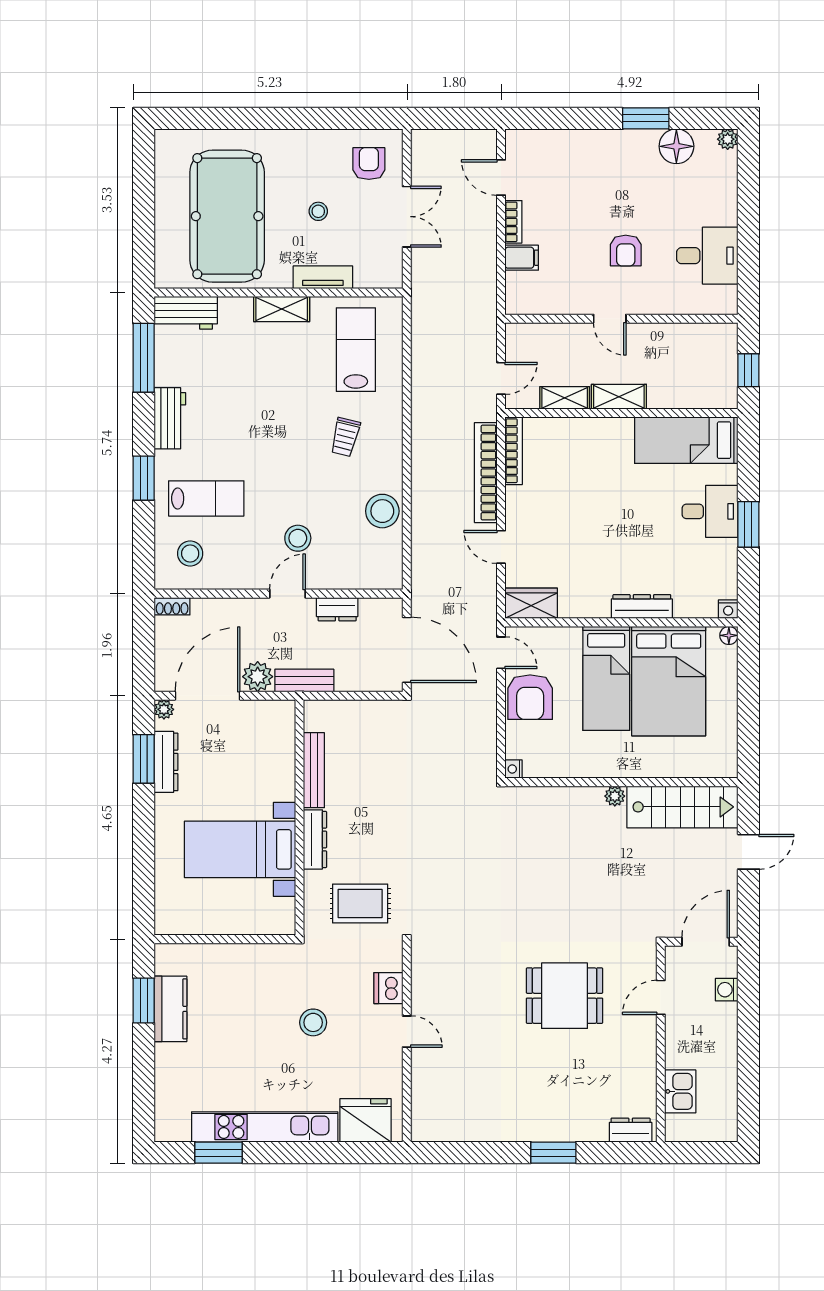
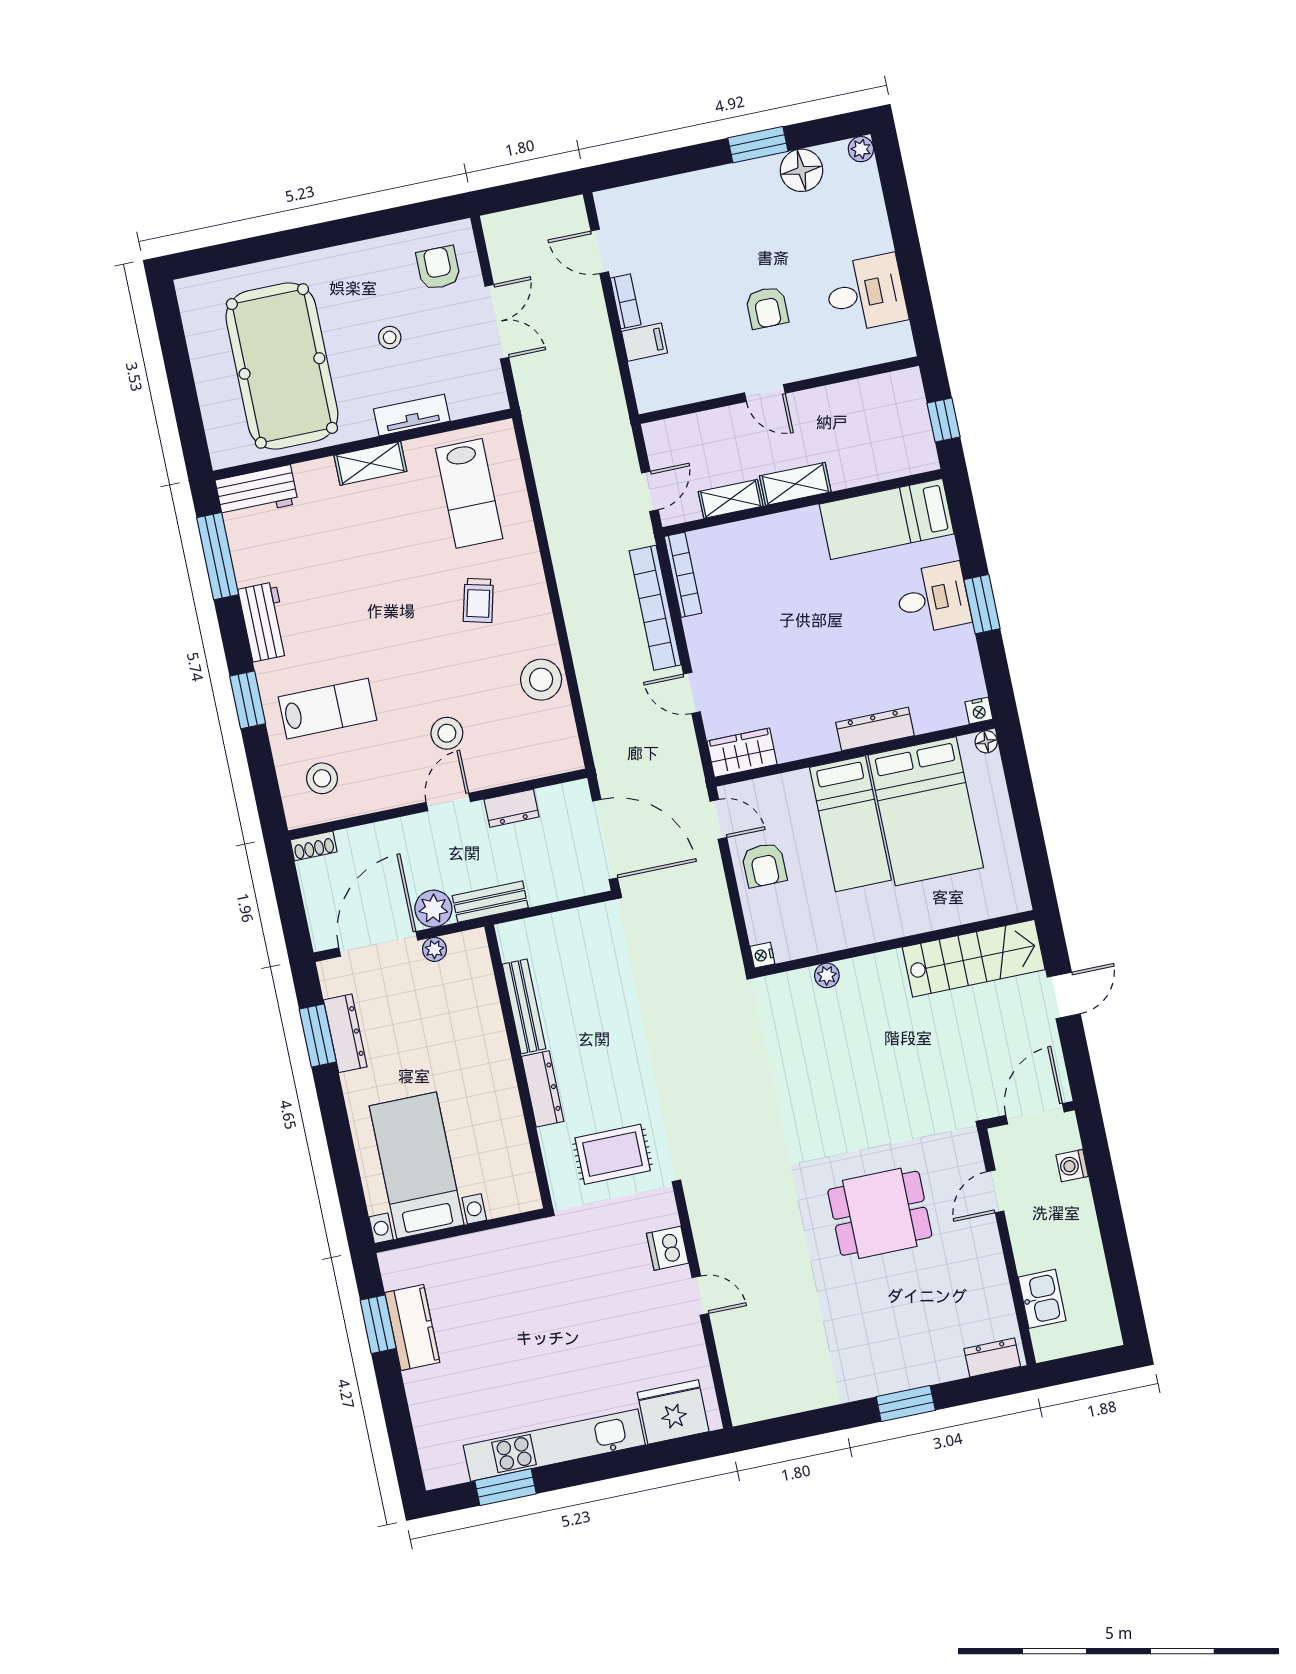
lab bench: (356, 350) -> (469, 493), turned 180
armchair: (530, 697) -> (764, 865), width x0.72, depth x0.72
plant: (164, 709) -> (435, 949), moved
plant: (615, 796) -> (827, 975), moved
bed with nightstands: (240, 849) -> (417, 1165), moved, turned 90
stool: (313, 1022) -> (586, 1308), removed

